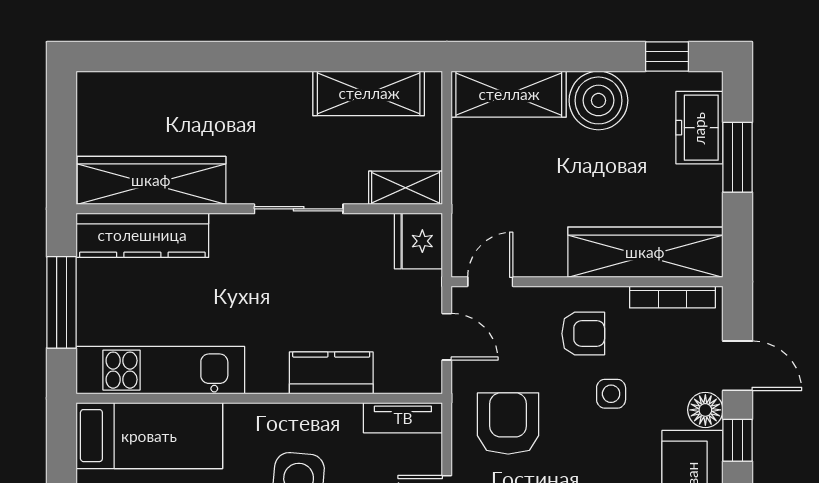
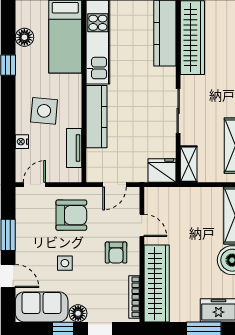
door: (490, 282) -> (142, 225), moved
kitchen counter: (331, 373) -> (96, 117), width x1.50
side table: (611, 394) -> (65, 263), moved
tv unit: (403, 418) -> (74, 148), moved

